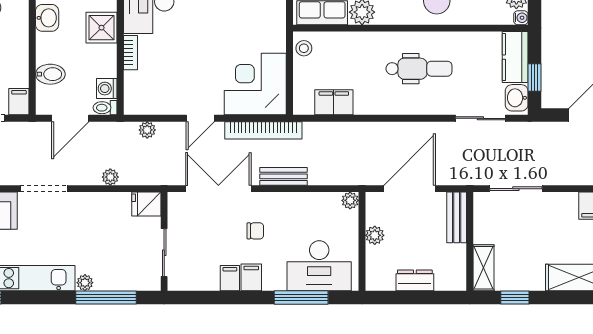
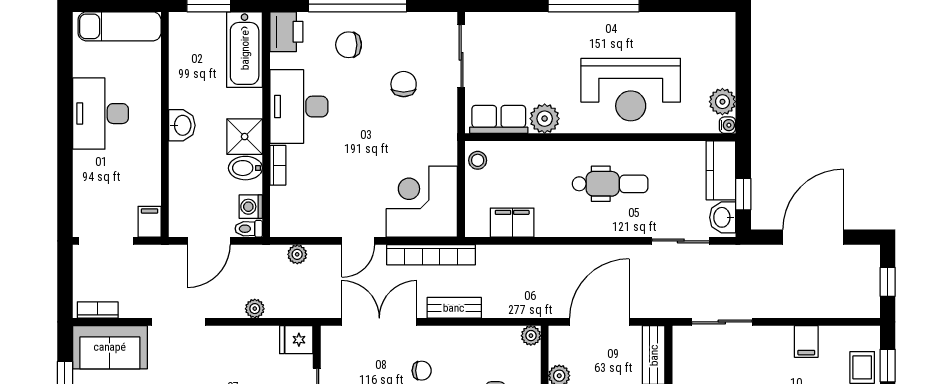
bidet: (50, 74) -> (245, 168), moved, turned 180

